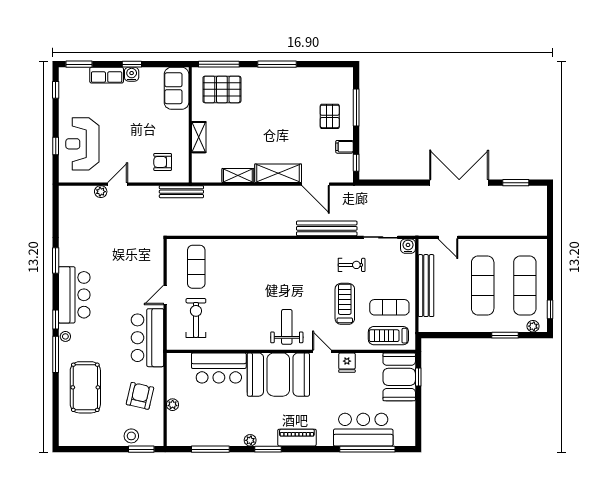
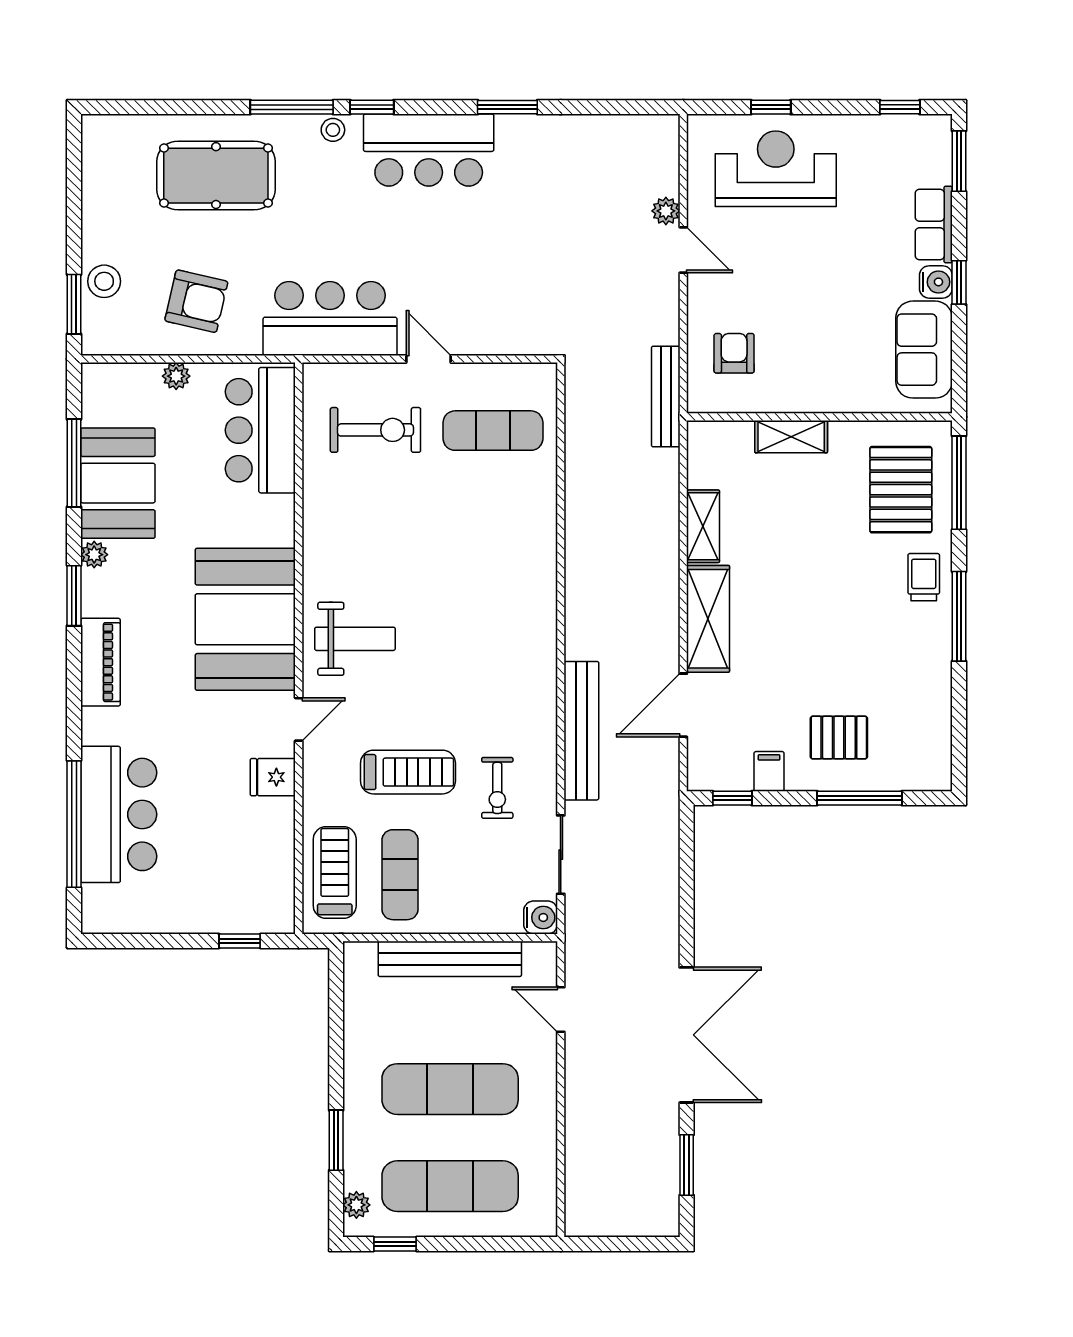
trolley: (260, 79) -> (924, 577), added
sofa: (177, 88) -> (924, 350), moved, turned -90
door: (448, 237) -> (561, 1009), hinge flipped
bar counter: (219, 368) -> (260, 430), moved
booth: (399, 377) -> (118, 483), moved, turned 90

